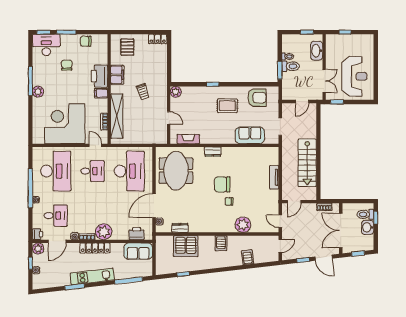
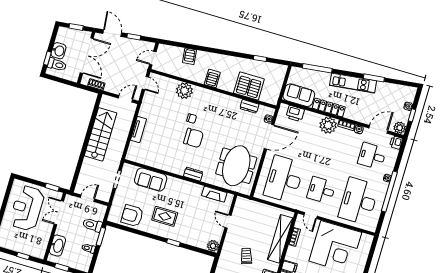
toilet: (291, 66) -> (92, 225), moved
locker: (95, 248) -> (329, 108), moved

